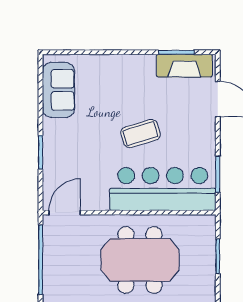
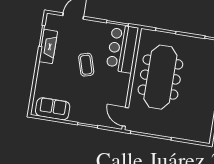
fireplace: (184, 66) -> (48, 46), moved
bar counter: (163, 189) -> (122, 49), width x0.73
meeting table: (140, 260) -> (160, 77), width x1.36

